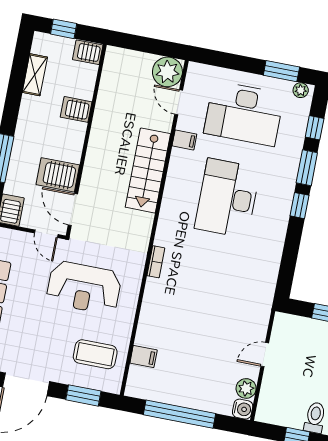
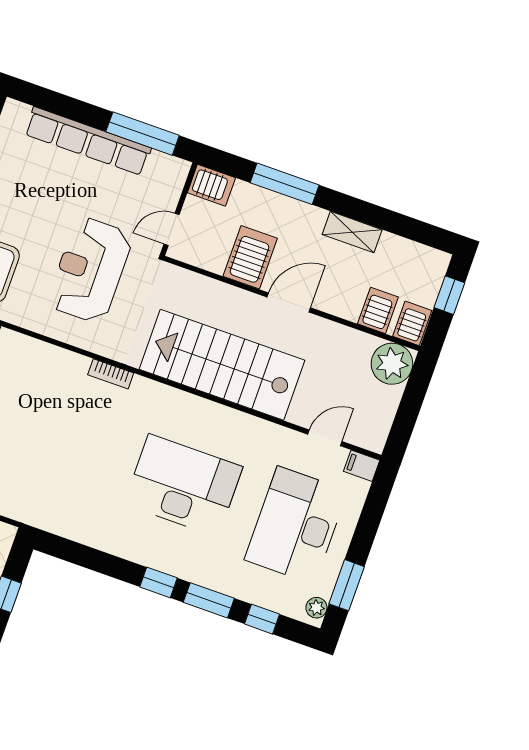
plant: (167, 72) -> (392, 364), moved
shelving: (35, 75) -> (352, 232), moved
server rack: (76, 109) -> (378, 310), moved
filing cabinet: (184, 140) -> (362, 466), moved, turned 90
stairs: (148, 170) -> (222, 365), width x1.36, depth x1.51
door: (73, 209) -> (289, 302), moved

